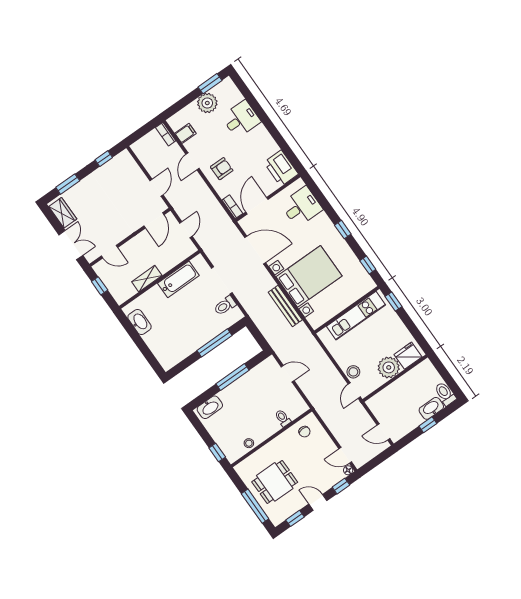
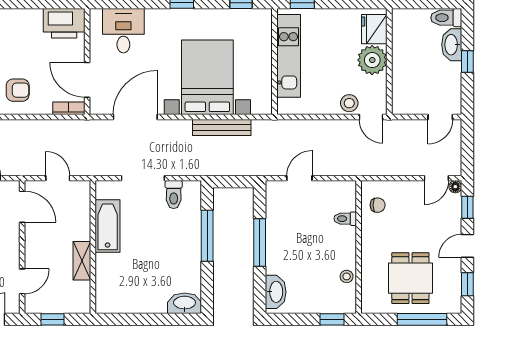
armchair: (222, 169) -> (18, 90), turned 90
washbasin: (139, 322) -> (185, 303), moved

